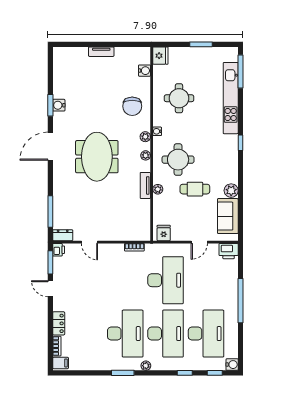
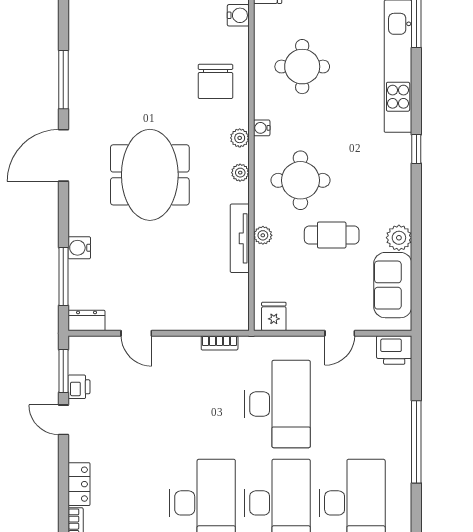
window: (50, 105) -> (63, 80), width x1.44
water cooler: (59, 105) -> (79, 248), moved
tv unit: (145, 185) -> (240, 238), width x1.41
printer: (59, 250) -> (79, 387), moved

